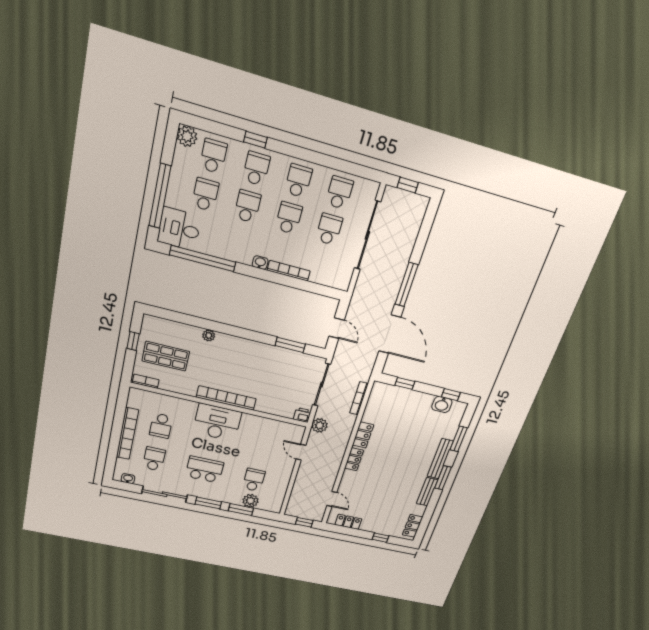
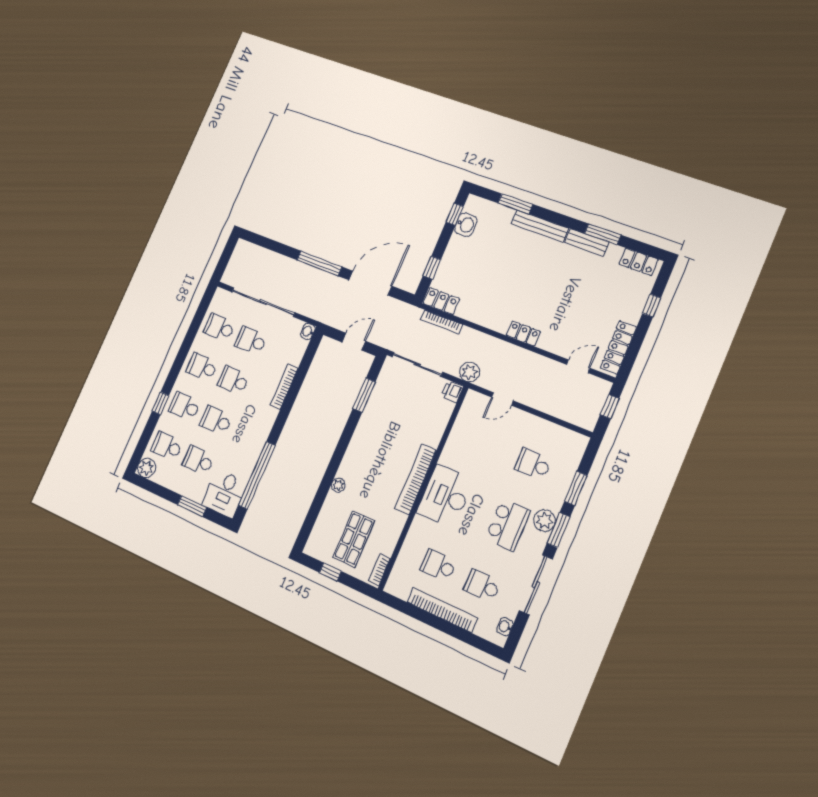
window: (408, 185) -> (224, 260), removed
window: (160, 196) -> (192, 506), width x0.47
washbasin: (260, 263) -> (308, 331), moved
school desk: (161, 426) -> (438, 565), turned 180
locker: (363, 435) -> (441, 301), moved
school desk: (204, 470) -> (508, 525), turned 180
window: (443, 478) -> (603, 234), moved
plant: (250, 501) -> (544, 521), moved
locker: (348, 522) -> (618, 347), width x1.53

